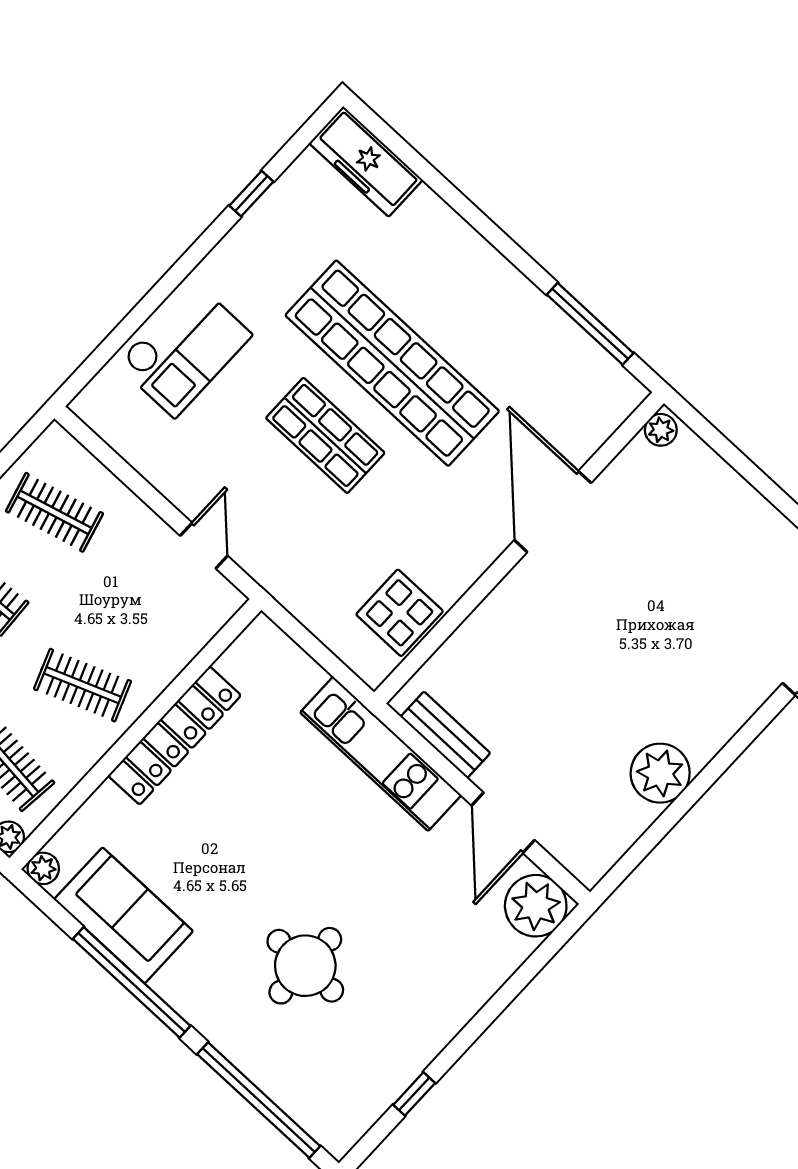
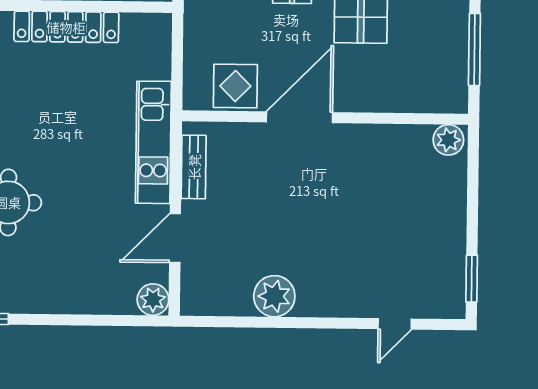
plant: (661, 430) -> (448, 140), width x1.38, depth x1.38
door: (553, 512) -> (299, 117), moved
plant: (536, 906) -> (153, 300), width x0.73, depth x0.73

